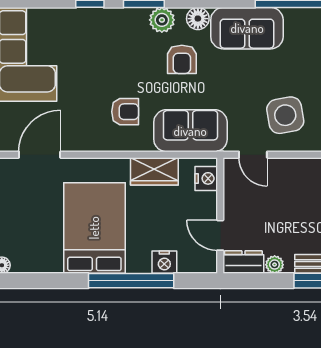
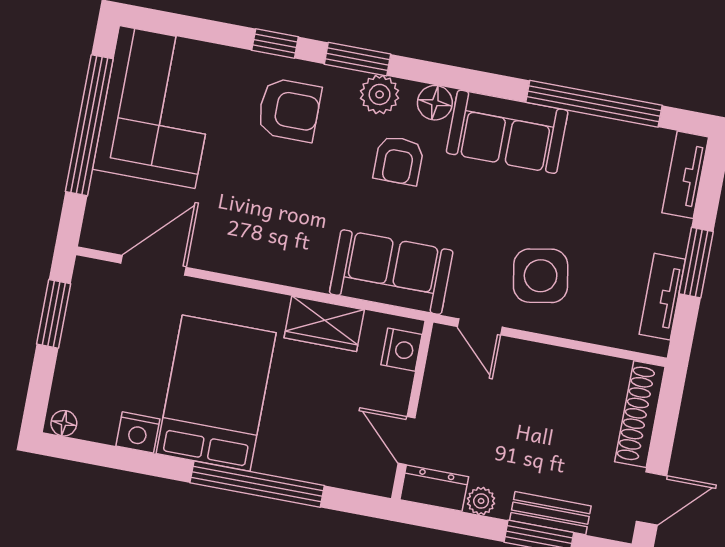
armchair: (125, 112) -> (289, 110), moved, width x1.38, depth x1.38
nightstand: (164, 262) -> (138, 432), moved

